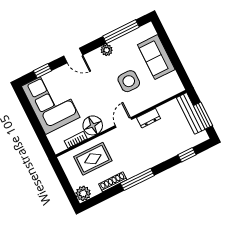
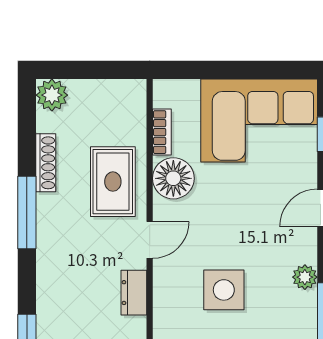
door: (123, 123) -> (150, 240), hinge flipped
rug: (93, 159) -> (113, 182), moved

